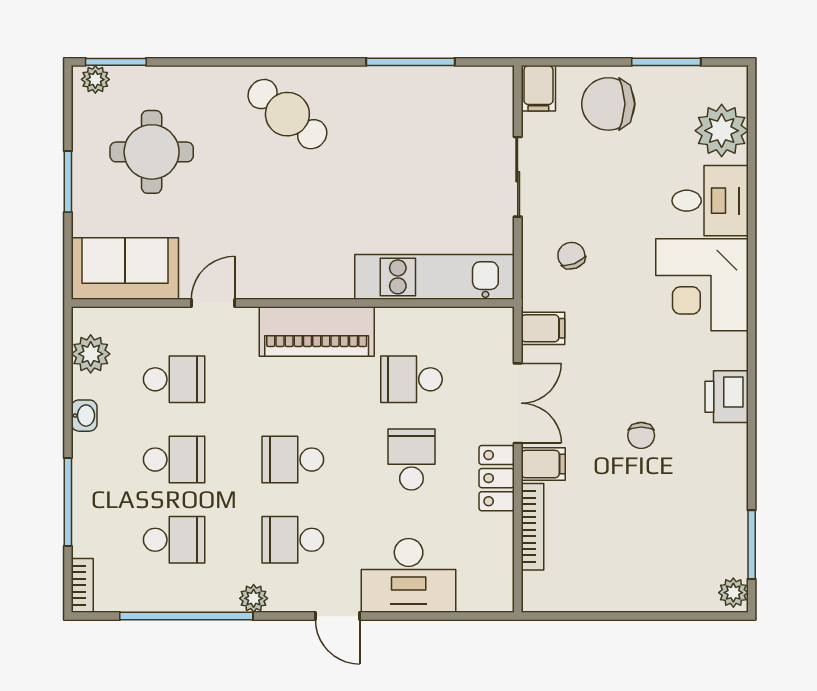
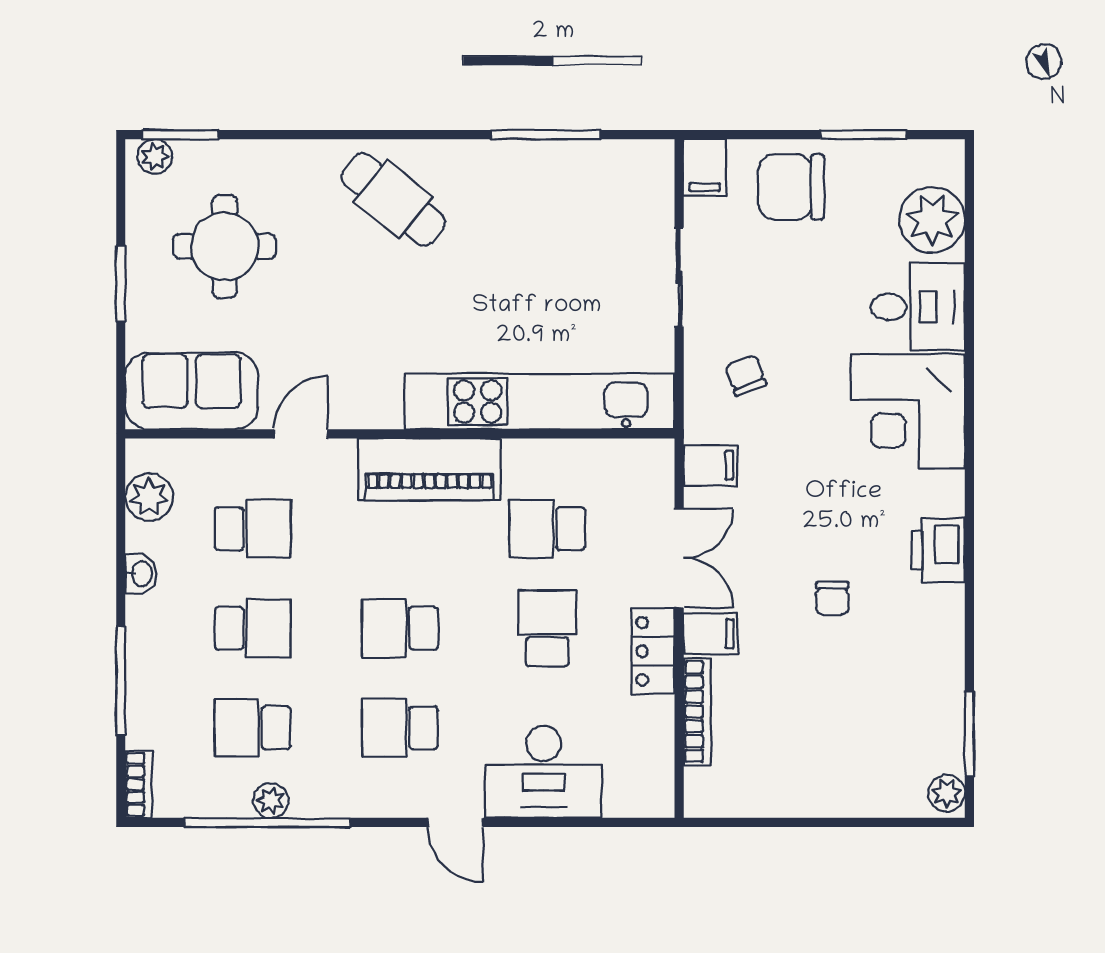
kitchen unit: (434, 277) -> (540, 402), width x1.36
school desk: (174, 540) -> (253, 728), turned 180
plant: (254, 598) -> (271, 801), moved

